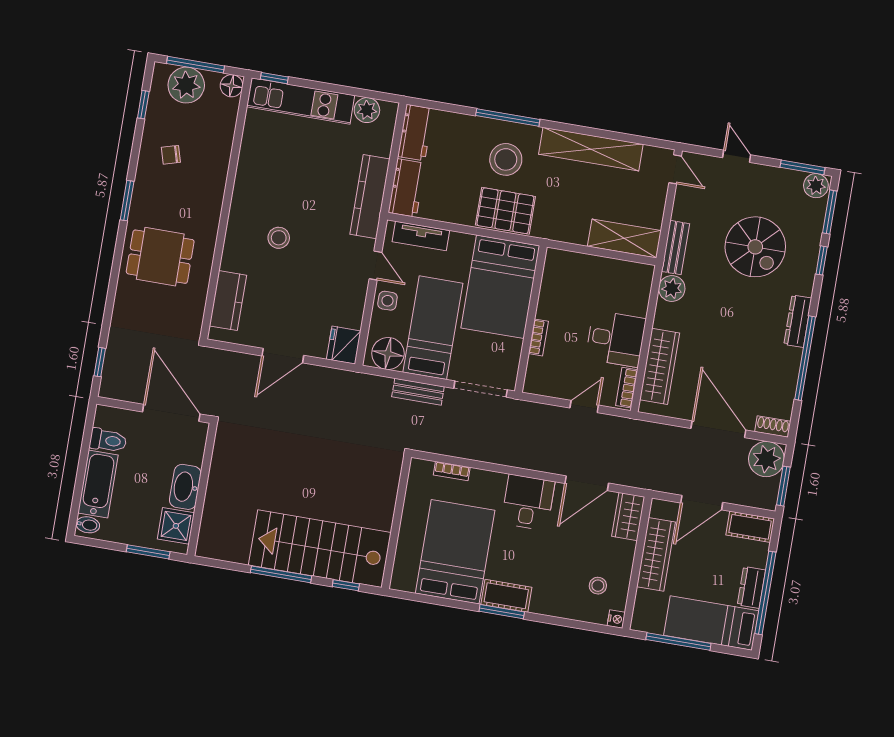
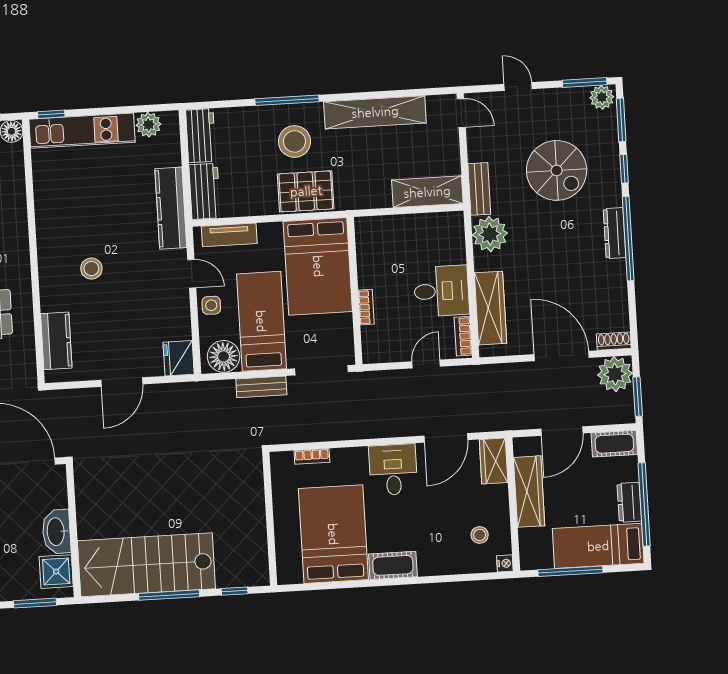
plant: (672, 288) -> (490, 234), width x1.36, depth x1.36
window: (805, 358) -> (628, 239), moved
stairs: (320, 549) -> (146, 565), moved
window: (502, 612) -> (392, 582), removed

